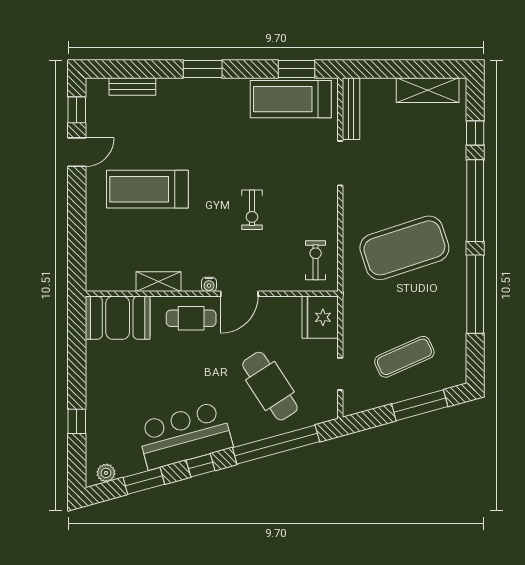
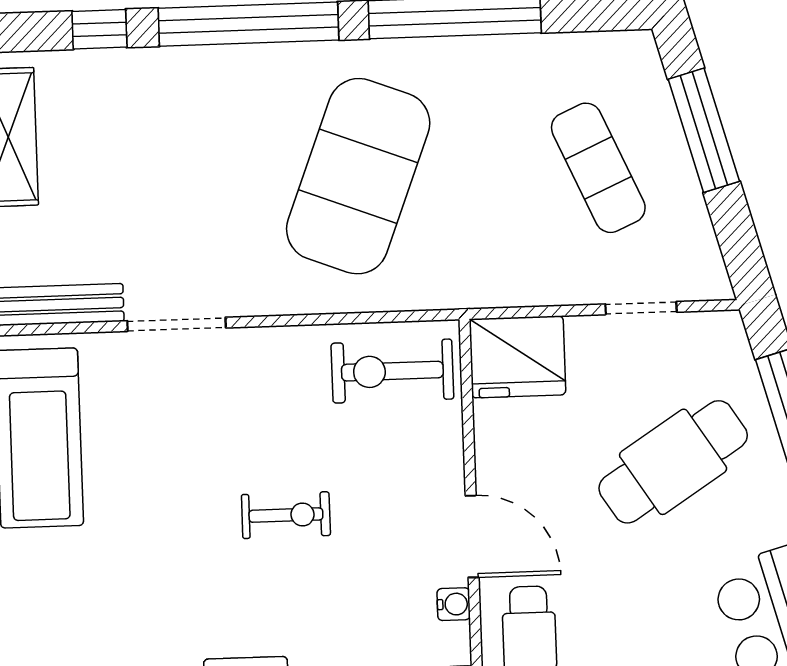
exercise mat: (404, 248) -> (358, 176), turned 39
exercise bike: (316, 260) -> (392, 371), width x1.38, depth x1.39

